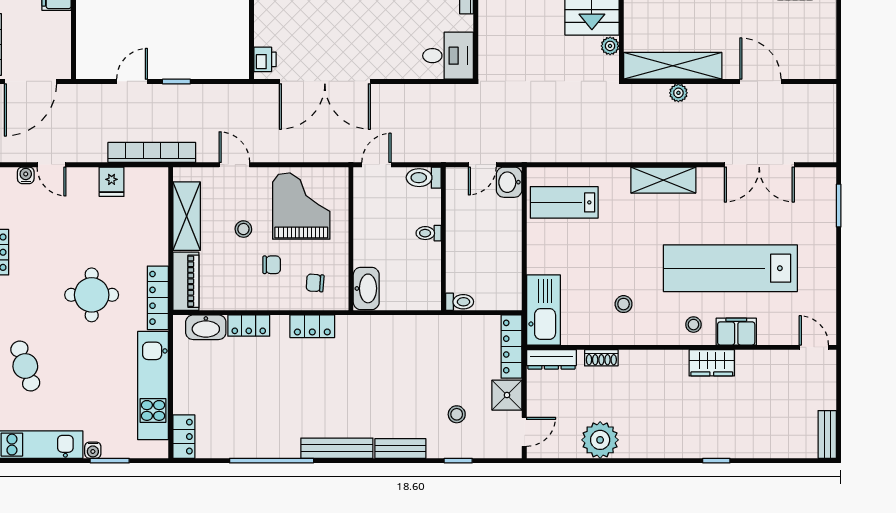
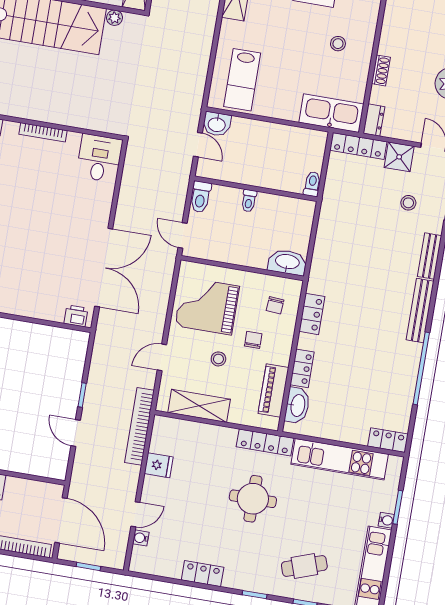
piano: (186, 281) -> (273, 390), moved, turned -90
dresser: (551, 359) -> (374, 120), width x0.70

